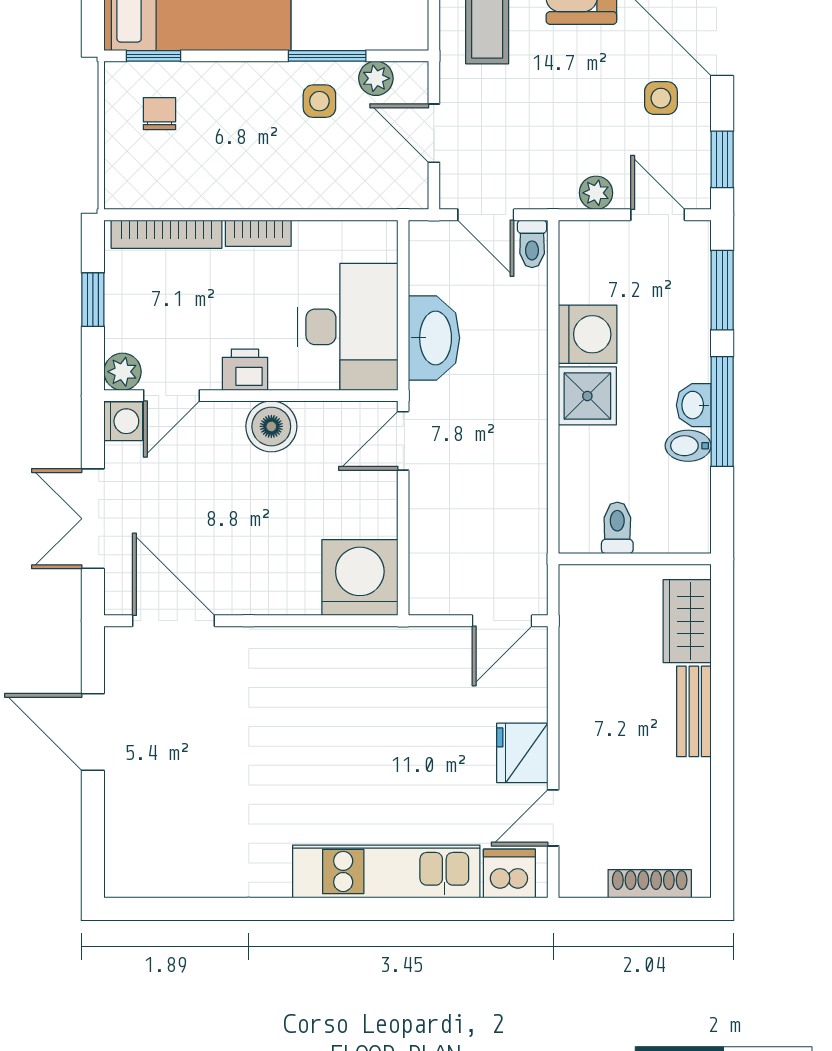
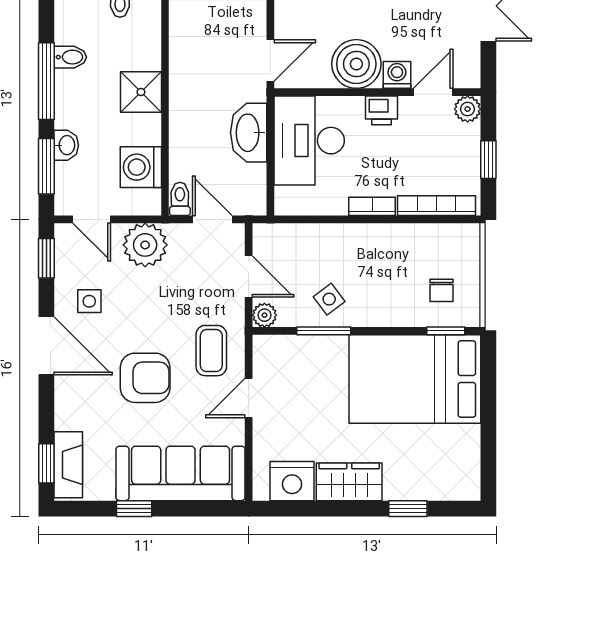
plant: (376, 78) -> (264, 315), moved
side table: (319, 101) -> (329, 299), turned -37
plant: (596, 193) -> (145, 245), width x1.87, depth x1.87
washing machine: (588, 334) -> (141, 167), moved
washbasin: (694, 405) -> (66, 145), moved
washing machine: (123, 421) -> (397, 75), moved, turned 90
boiler: (271, 426) -> (356, 64), width x1.37, depth x1.37

